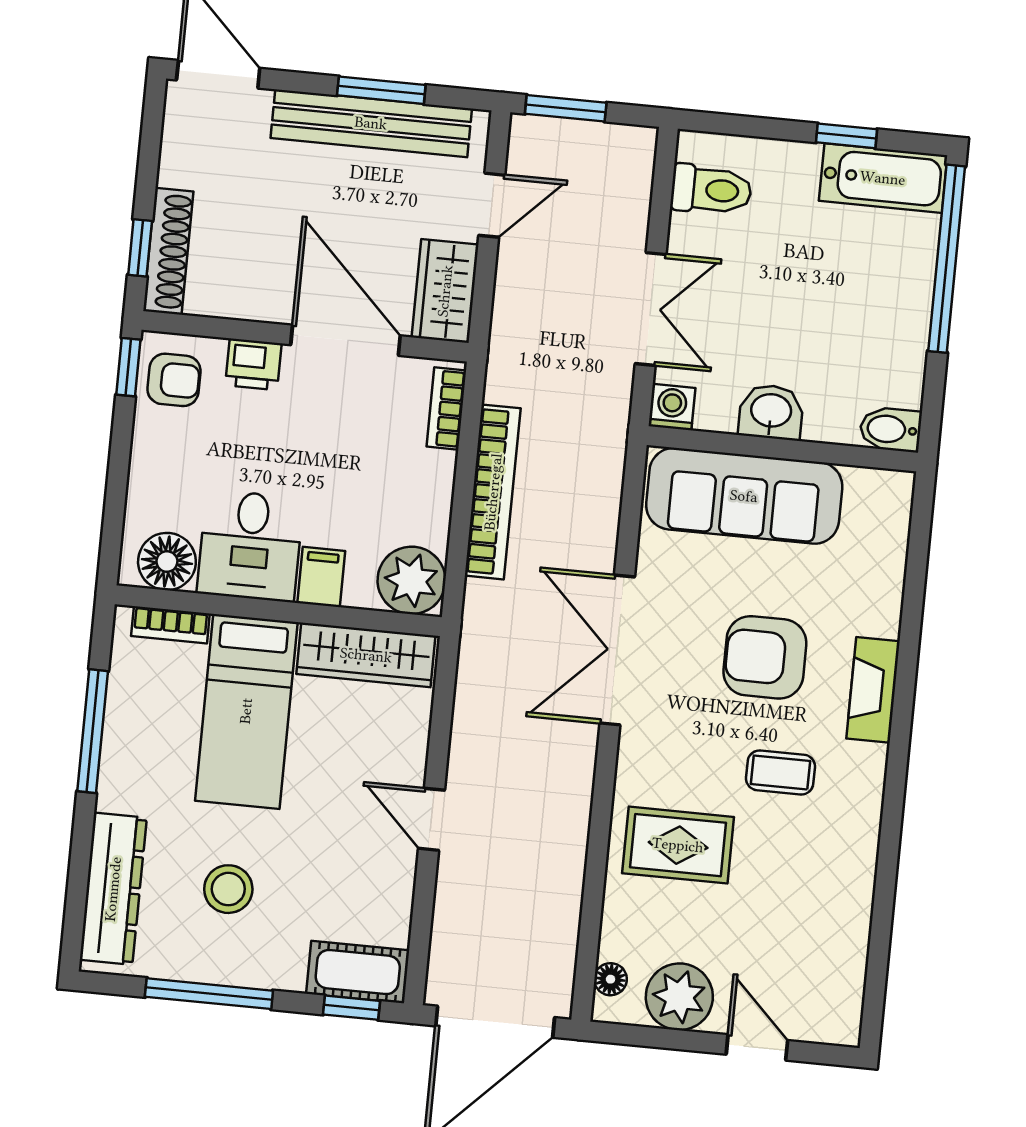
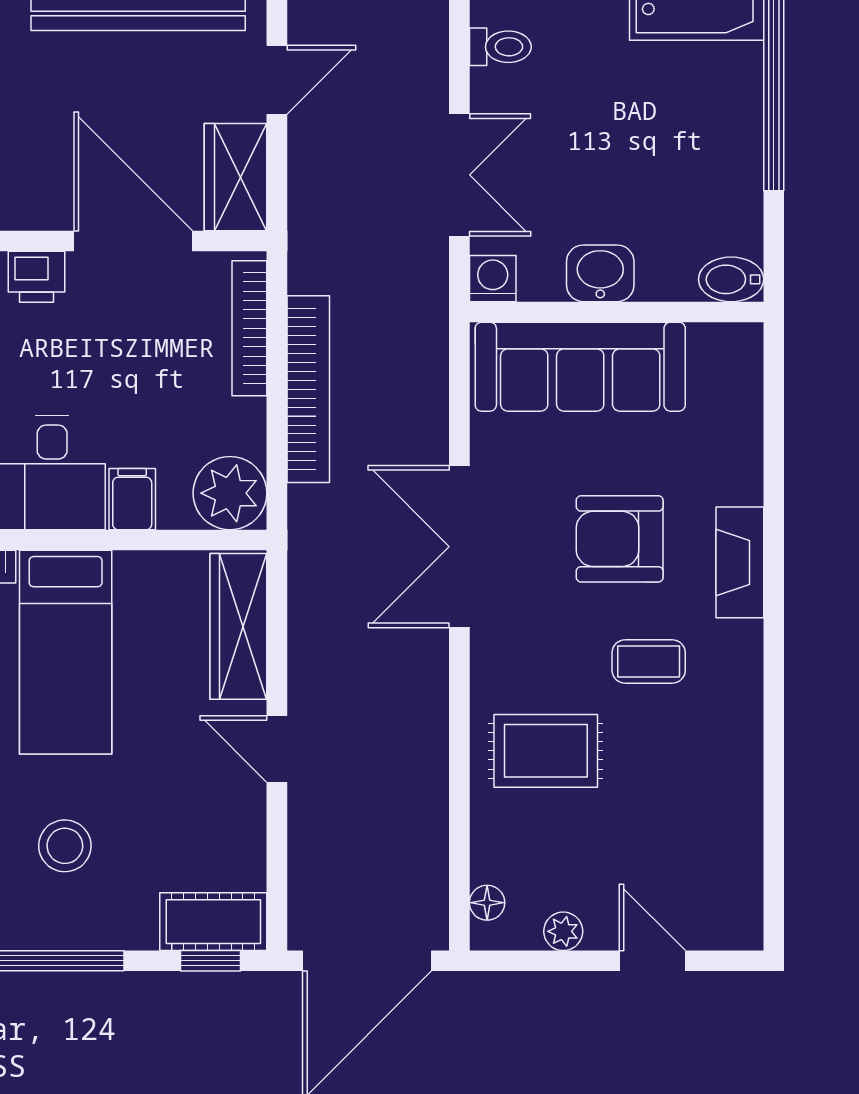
toilet: (711, 190) -> (500, 47), width x0.73, depth x0.72
bookcase: (446, 408) -> (249, 328), width x1.56
wardrobe: (366, 655) -> (238, 626), moved, turned 90
plant: (679, 997) -> (563, 931), width x0.53, depth x0.53

